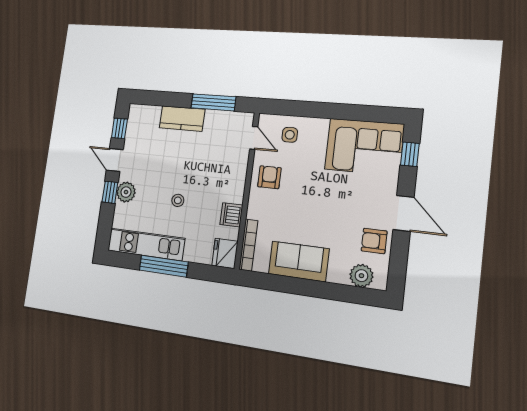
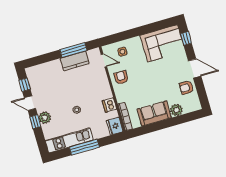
kitchen counter: (182, 119) -> (75, 61), moved
plant: (361, 276) -> (176, 110), moved

